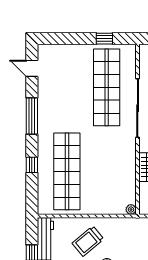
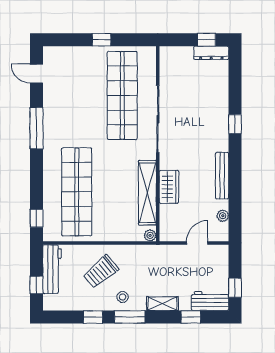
window: (104, 39) -> (102, 40), moved
window: (32, 165) -> (36, 218), moved
shelving: (129, 172) -> (147, 193), added

